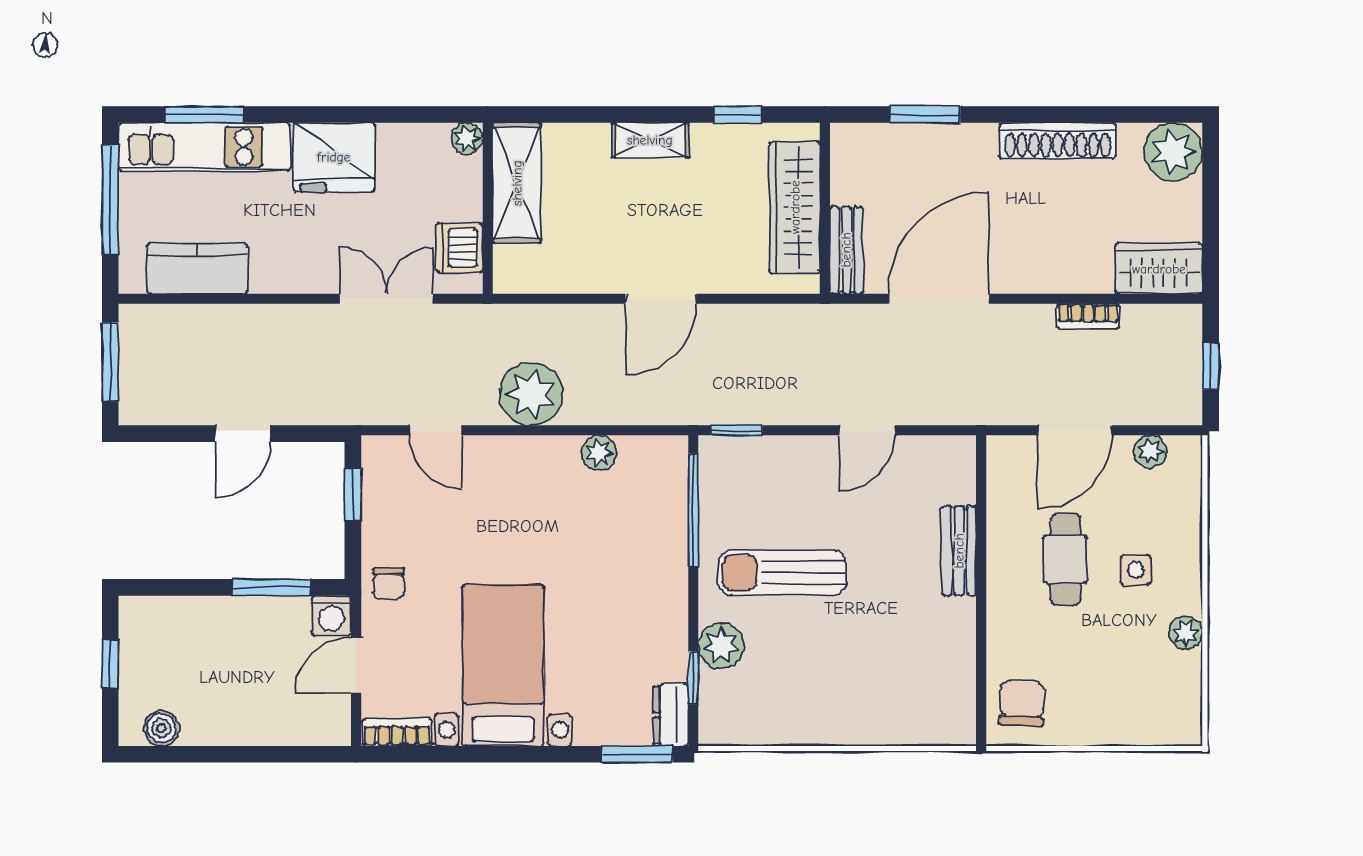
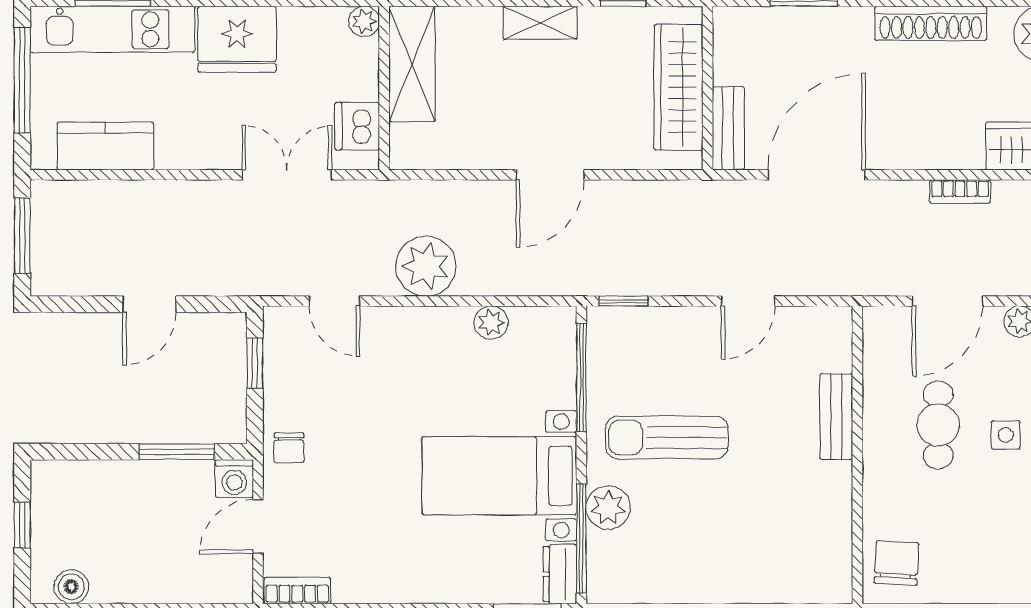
bed with nightstands: (503, 665) -> (499, 476), moved, turned -90
window: (693, 678) -> (581, 539), width x2.17

